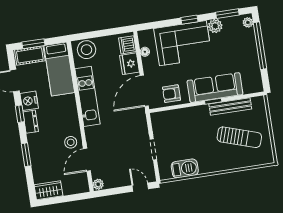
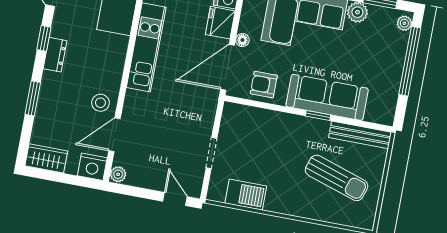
floor lamp: (145, 52) -> (242, 40), moved
nightstand: (29, 101) -> (92, 167), moved, turned -90
bench: (230, 106) -> (360, 135), moved

